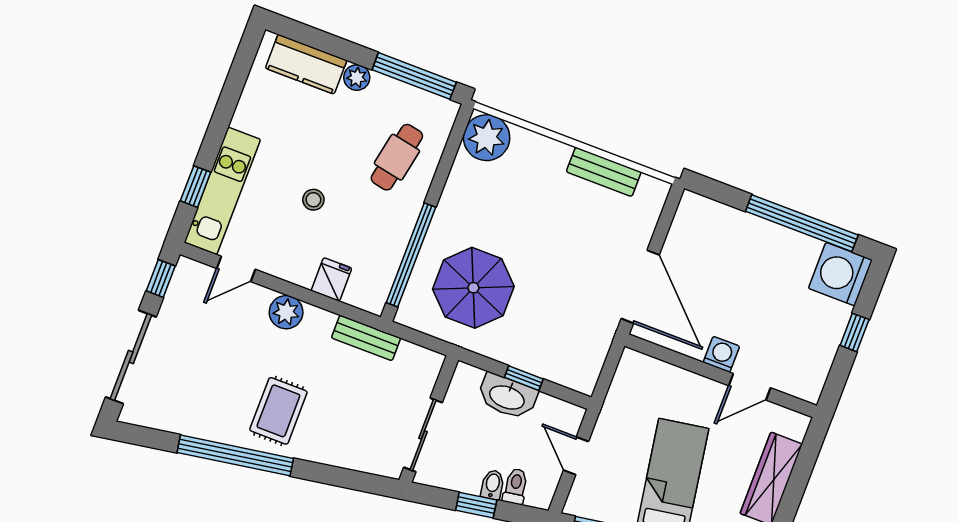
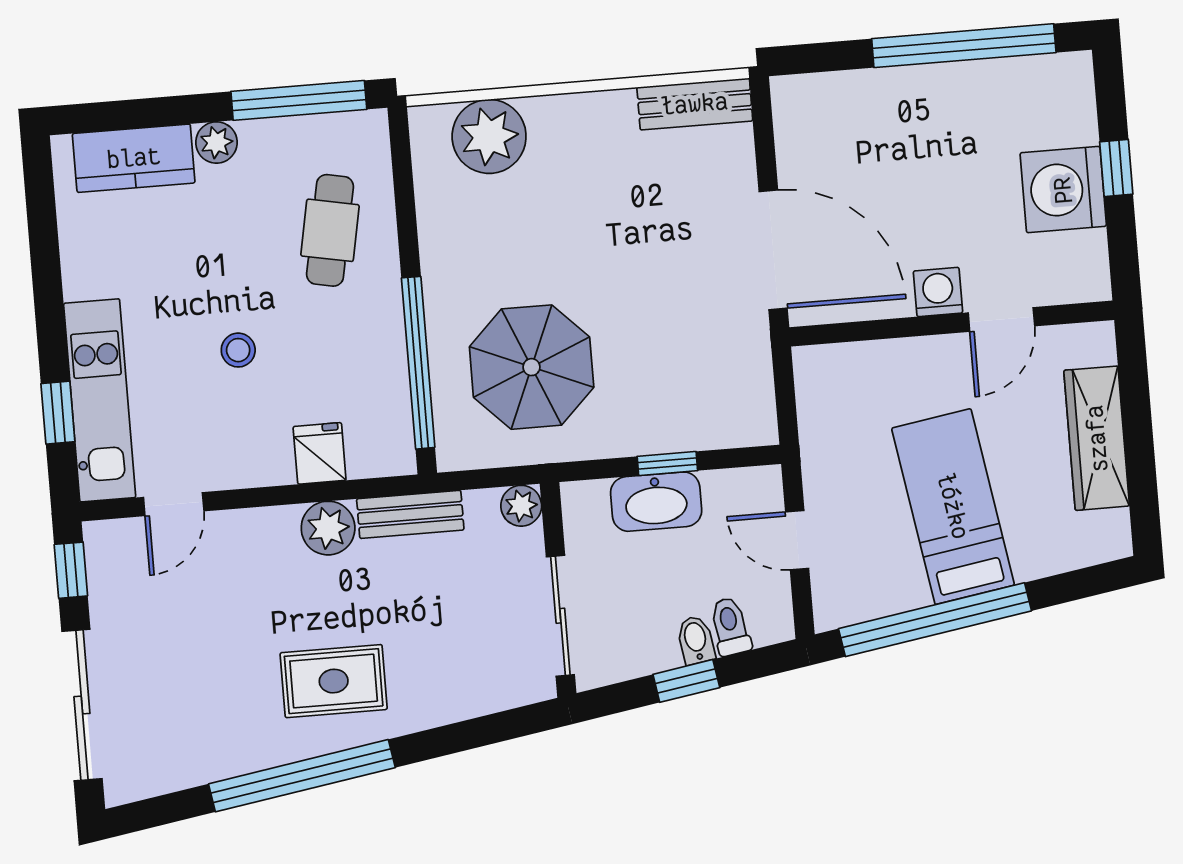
plant: (487, 138) -> (489, 136), moved
bench: (604, 172) -> (695, 104), moved
washing machine: (840, 274) -> (1063, 190), moved
plant: (286, 312) -> (328, 528), moved
plant: (430, 363) -> (521, 506), added
rug: (278, 411) -> (334, 681), turned 90

